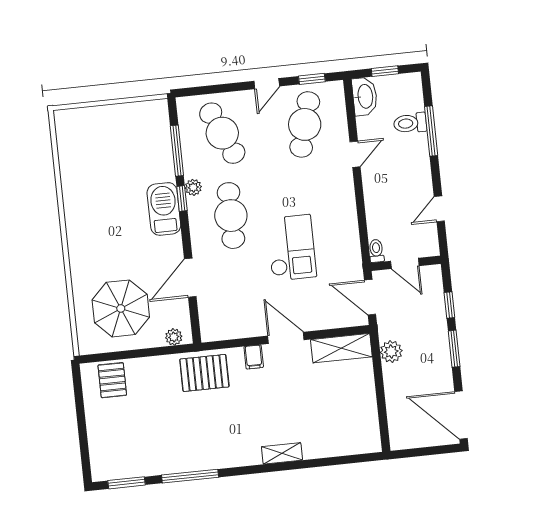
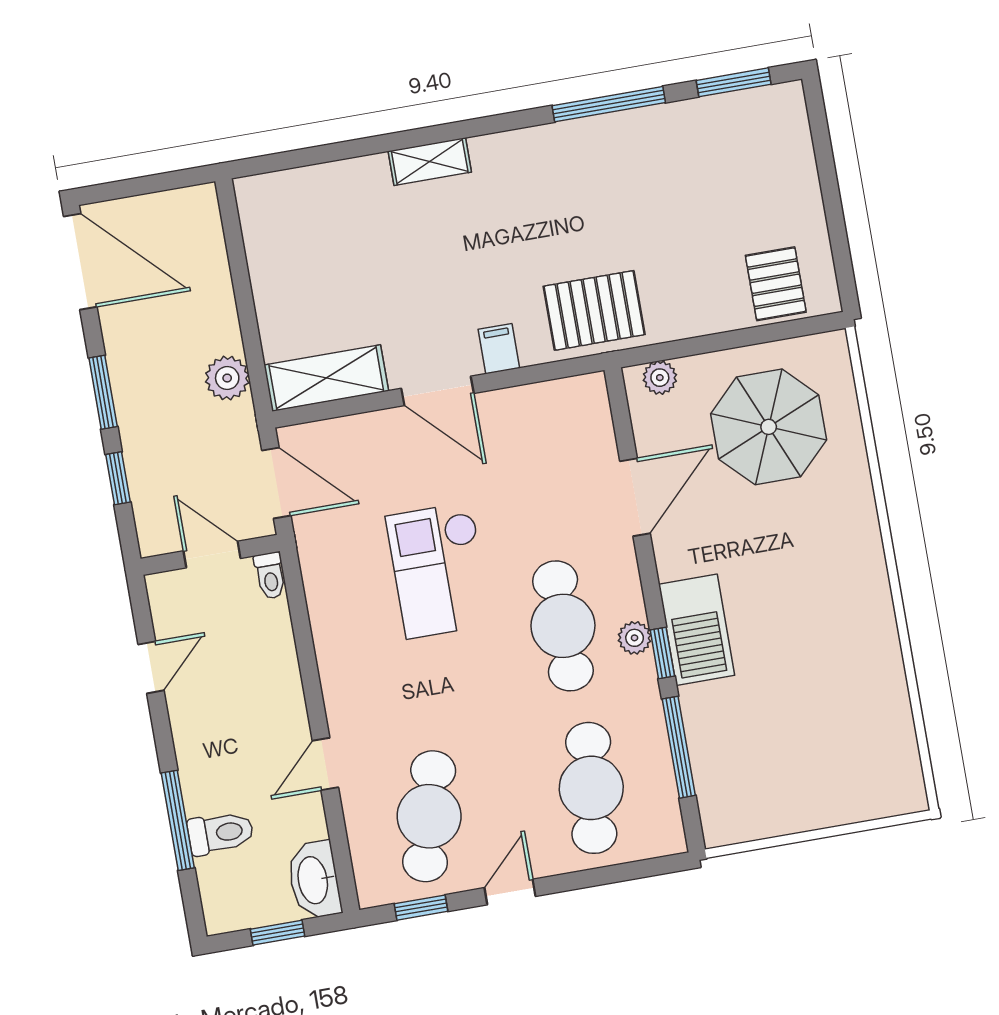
cafe table: (222, 133) -> (591, 788), turned 30
plant: (193, 187) -> (635, 638), moved

